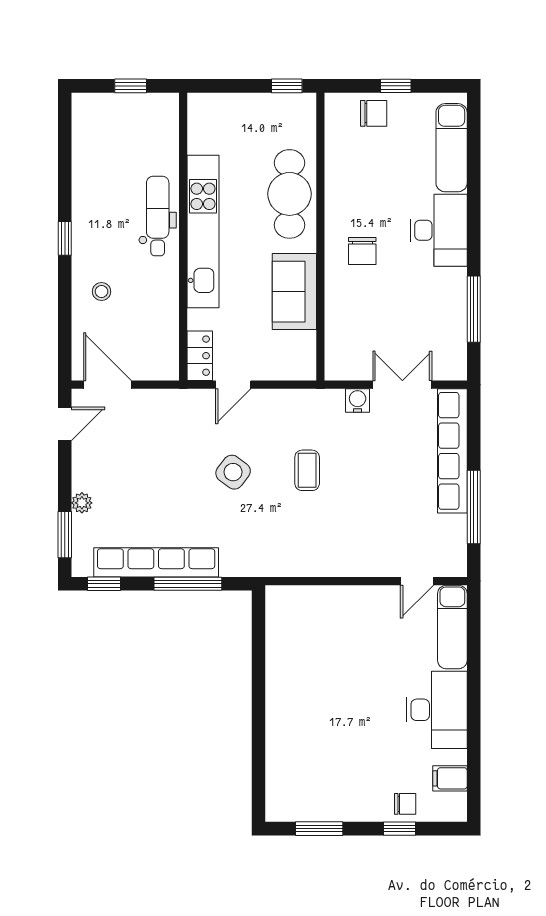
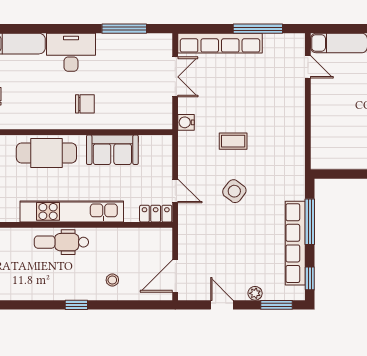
double door: (402, 385) -> (175, 77), swing flipped
water cooler: (358, 401) -> (186, 122), moved
door: (65, 424) -> (222, 305), moved

